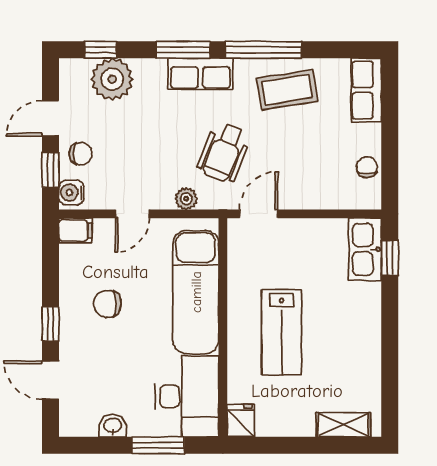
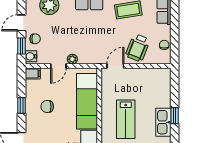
wheelchair: (224, 153) -> (138, 48), moved
plant: (186, 199) -> (72, 59), moved
kitchen sink: (365, 249) -> (163, 122), moved
window: (390, 258) -> (175, 116), moved
window: (50, 324) -> (21, 105), moved

